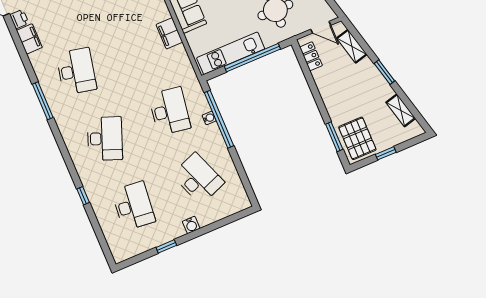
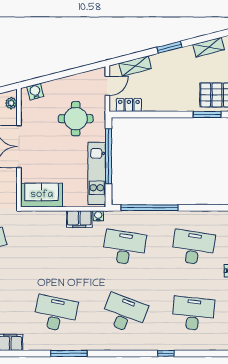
filing cabinet: (169, 33) -> (79, 219), moved
water cooler: (209, 118) -> (98, 216), moved
desk: (198, 179) -> (193, 248), turned 30

